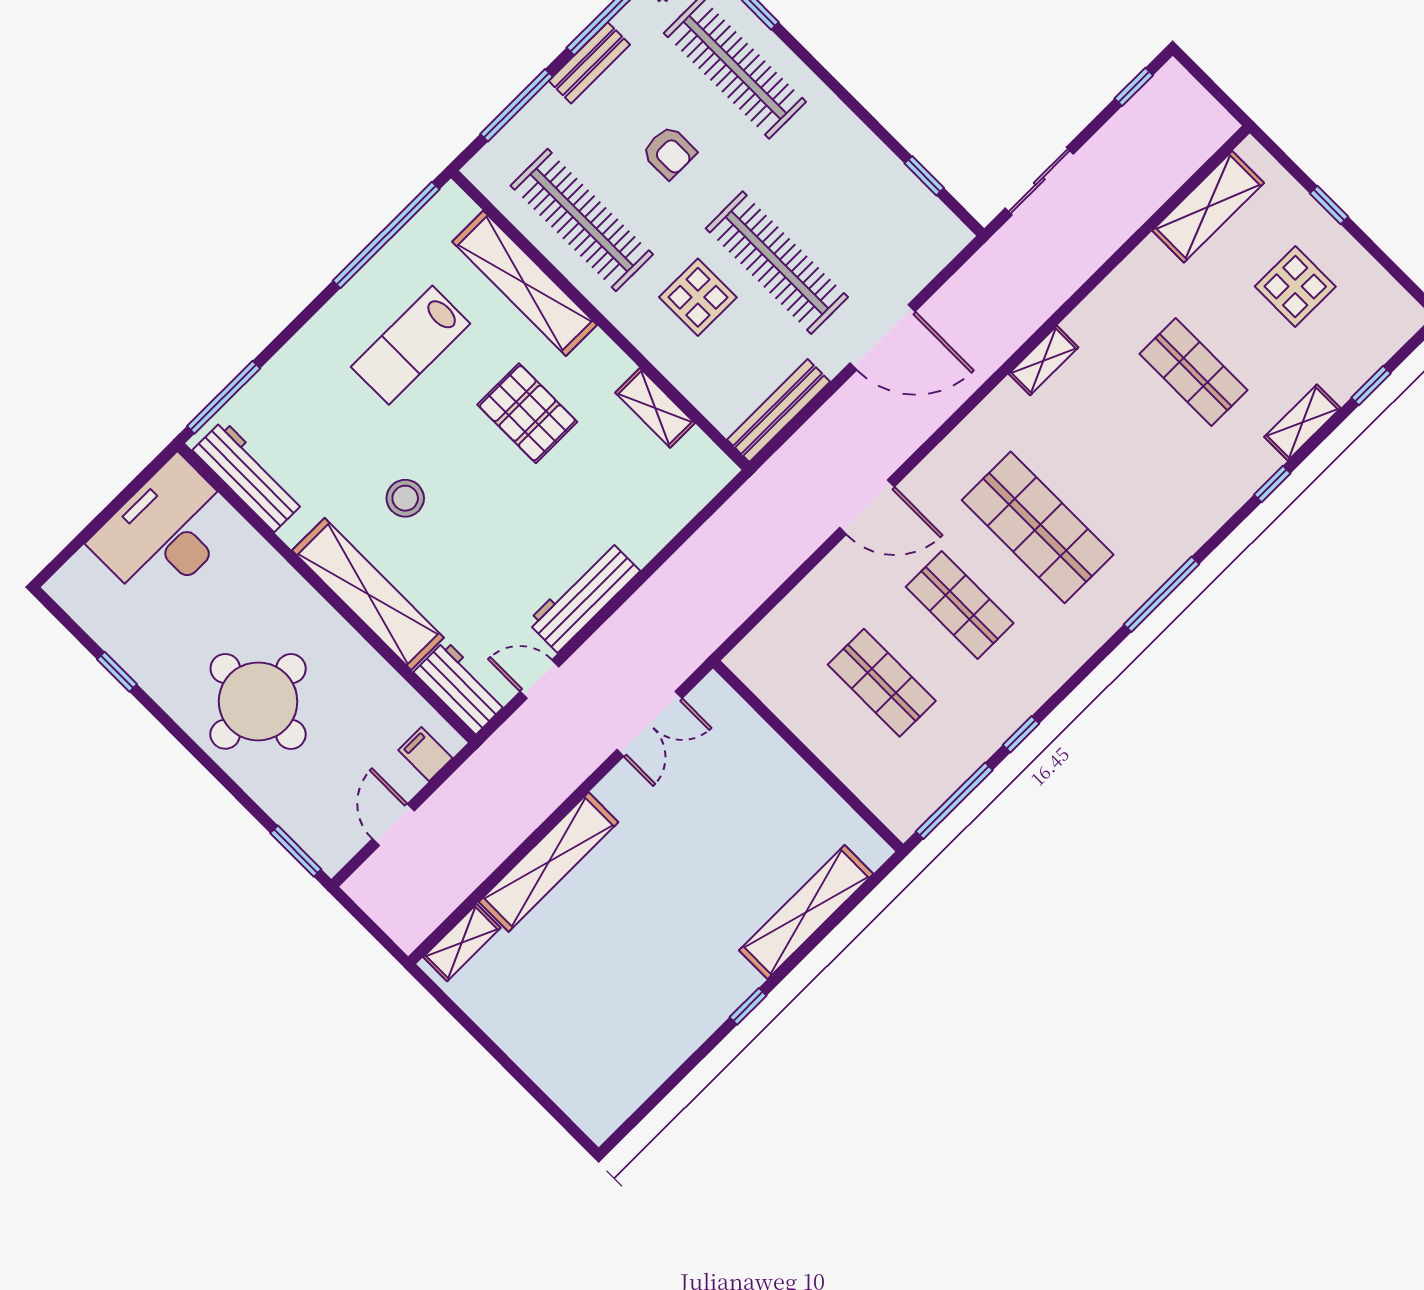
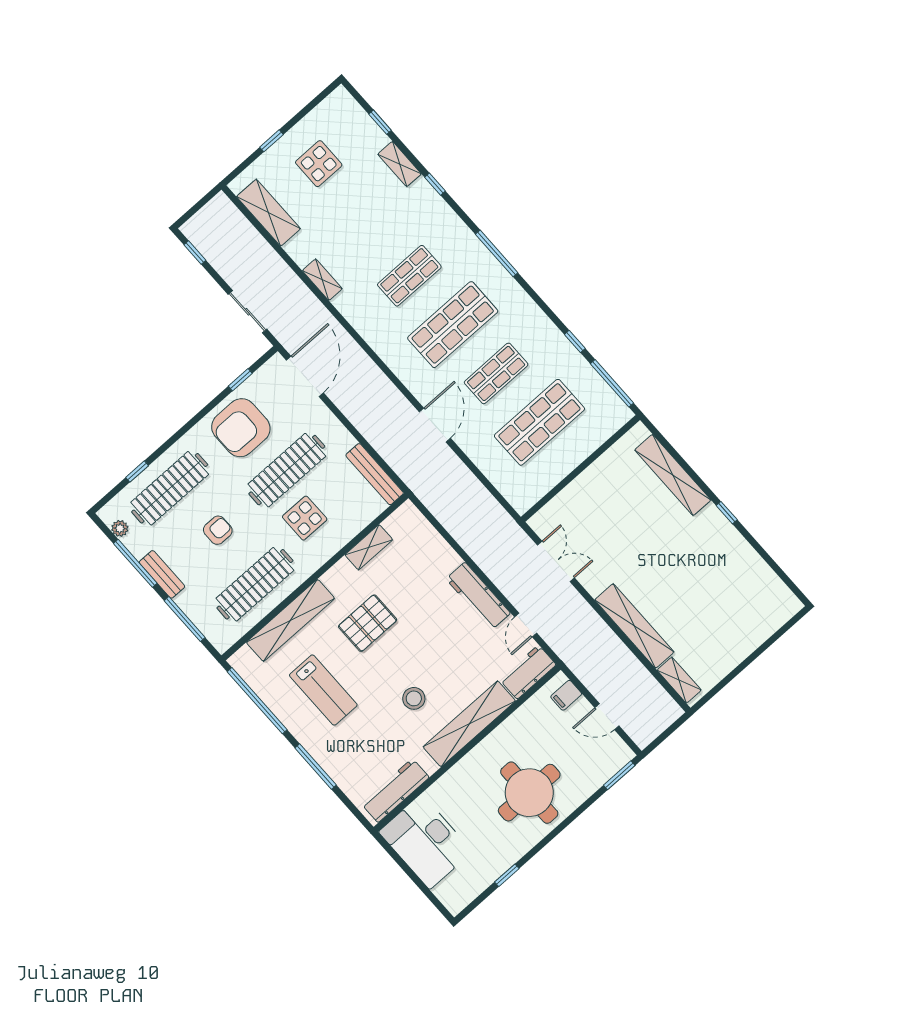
armchair: (844, 181) -> (241, 428), added
door: (883, 337) -> (305, 376), moved
shelving: (1043, 361) -> (322, 280), moved
shop shelf: (1193, 372) -> (409, 276), moved
window: (224, 397) -> (316, 766), moved
shop shelf: (882, 683) -> (539, 422), width x1.43, depth x1.36

